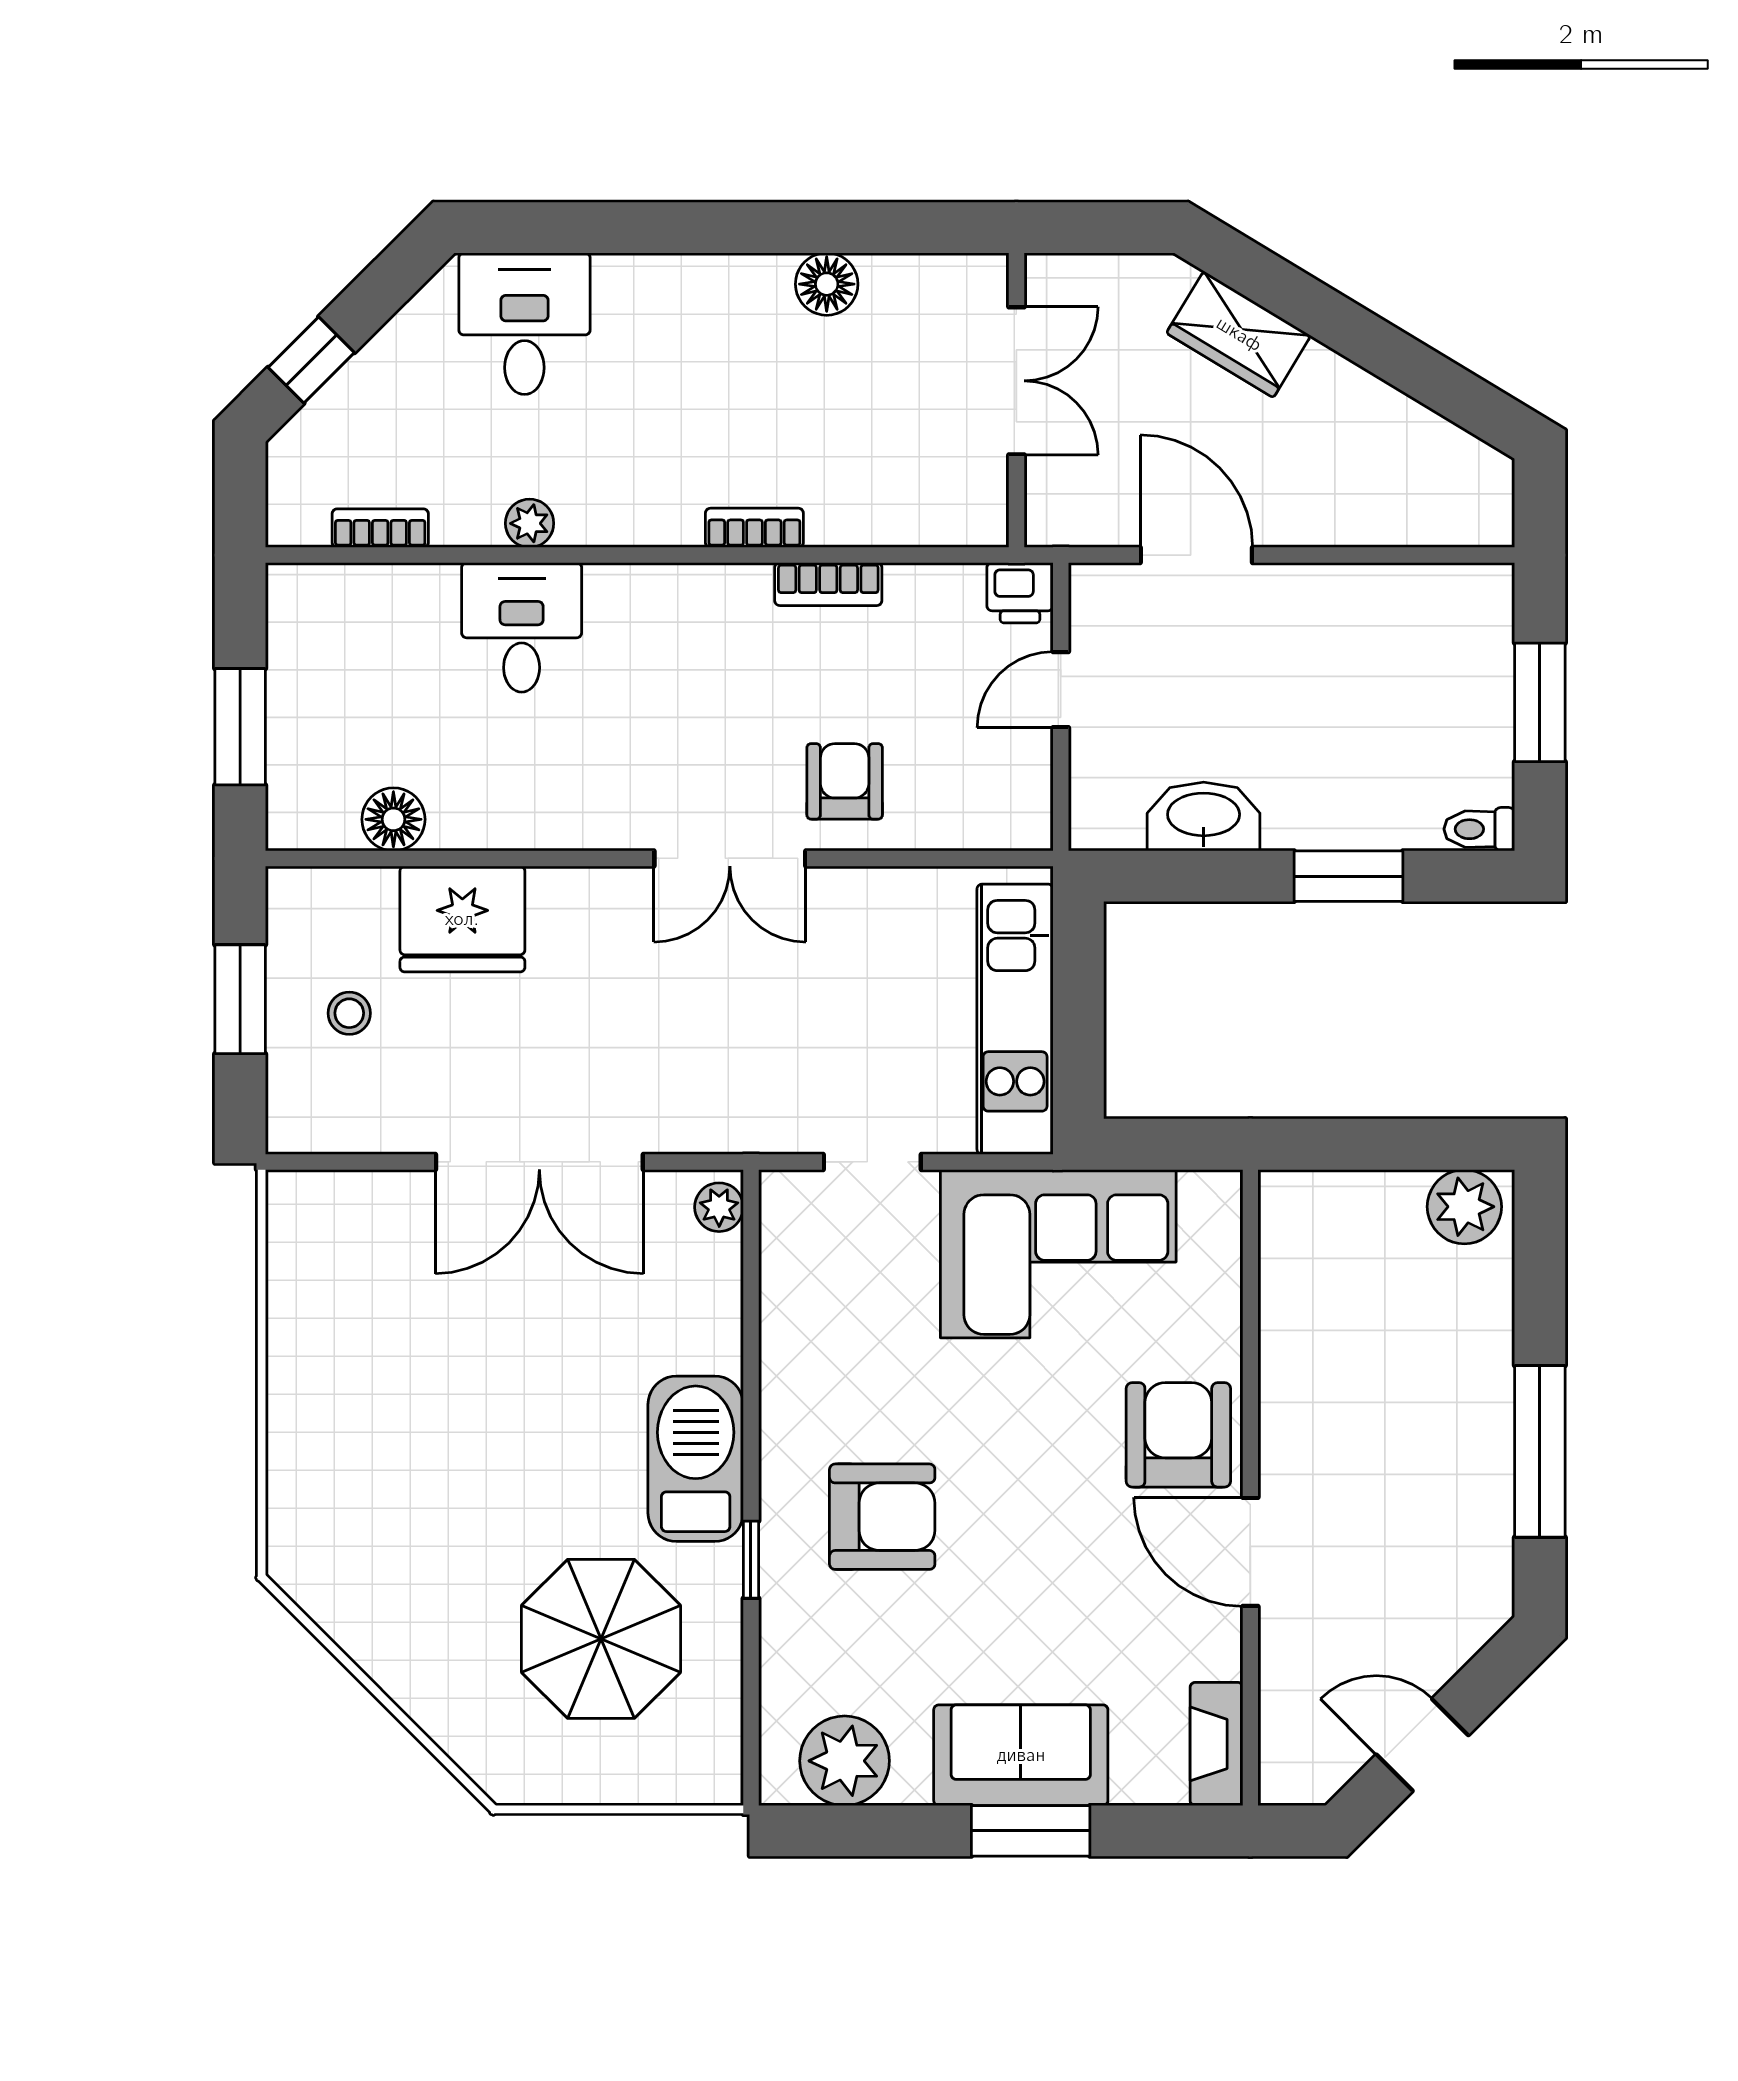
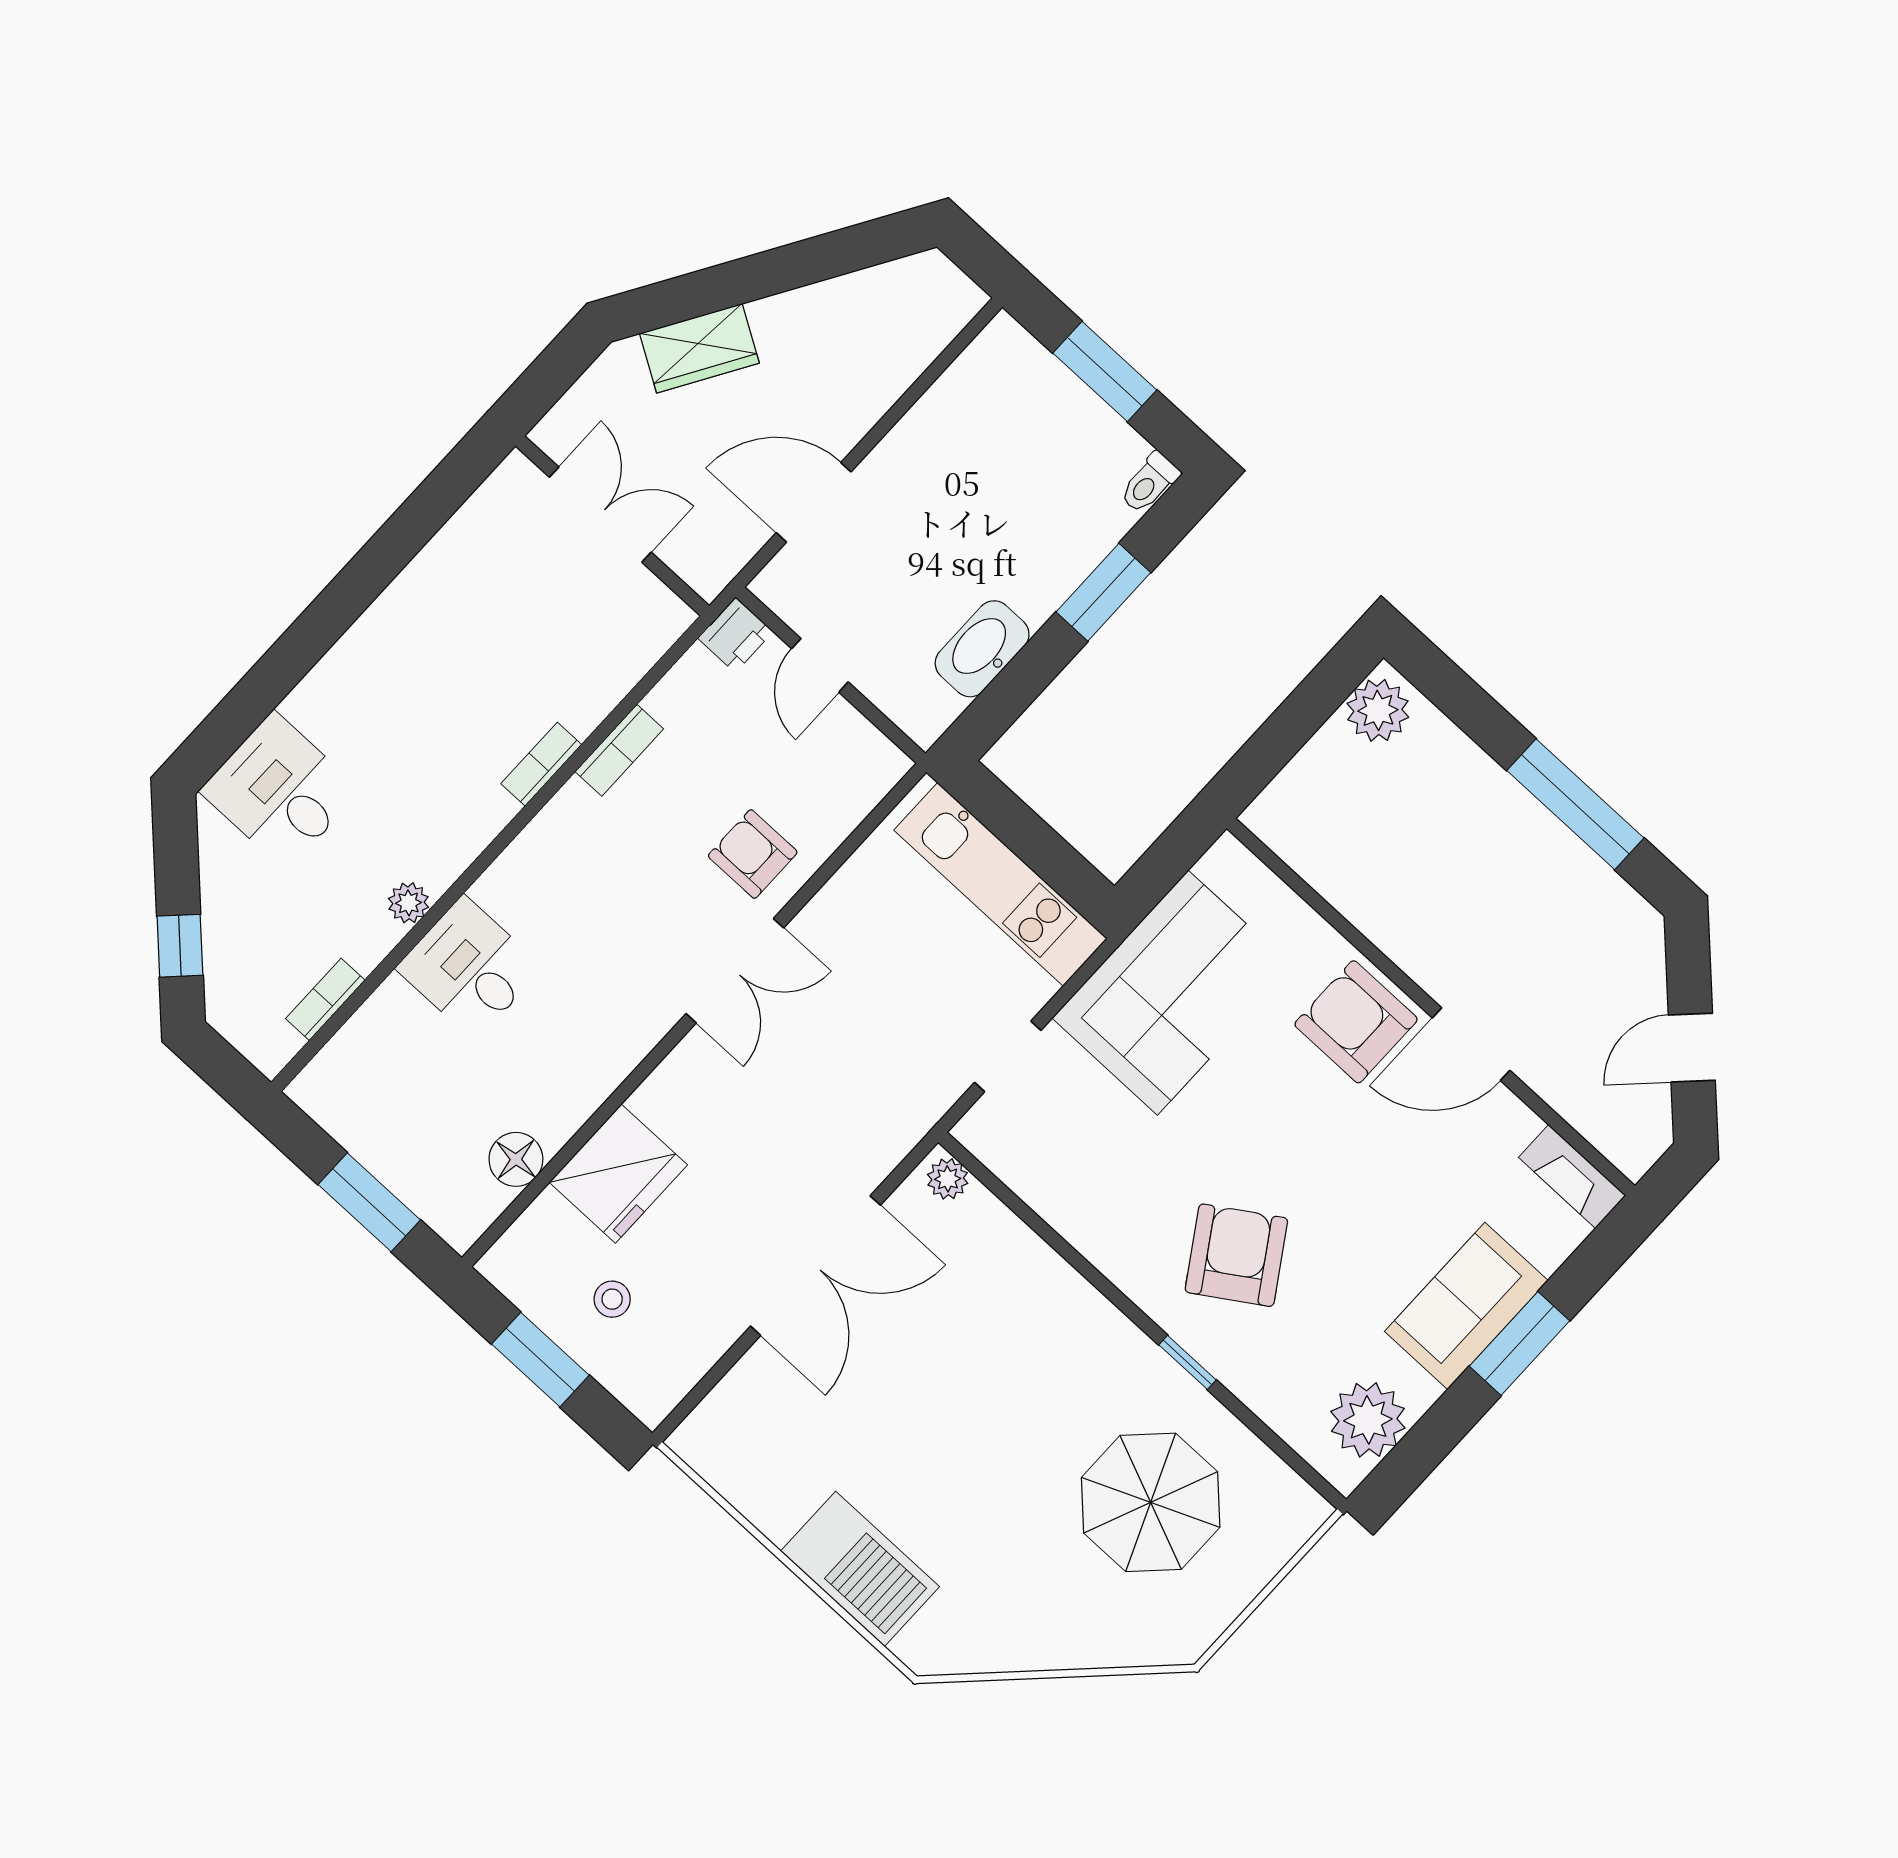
floor lamp: (827, 284) -> (430, 578), removed
barbecue: (696, 1459) -> (860, 1569), moved, turned 180
armchair: (882, 1517) -> (1236, 1255), turned -33

